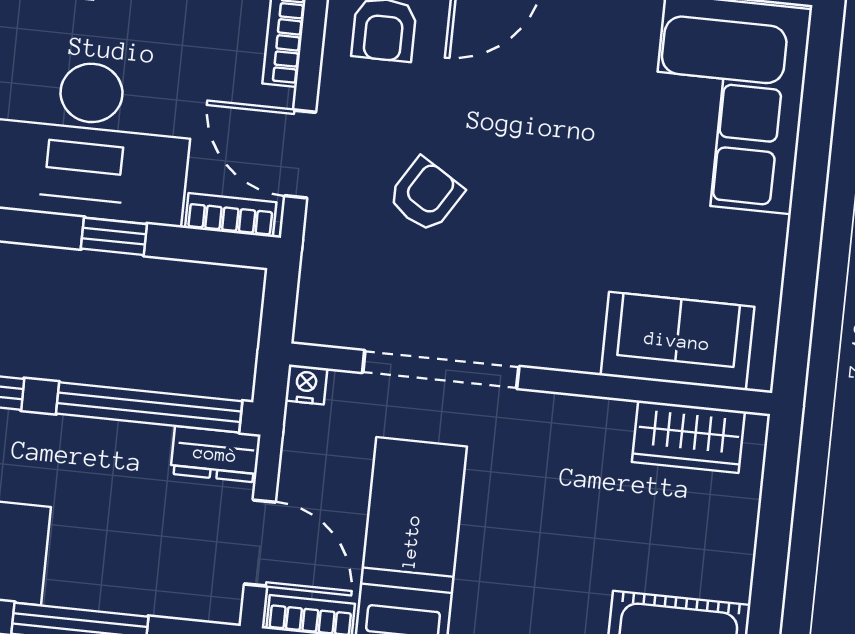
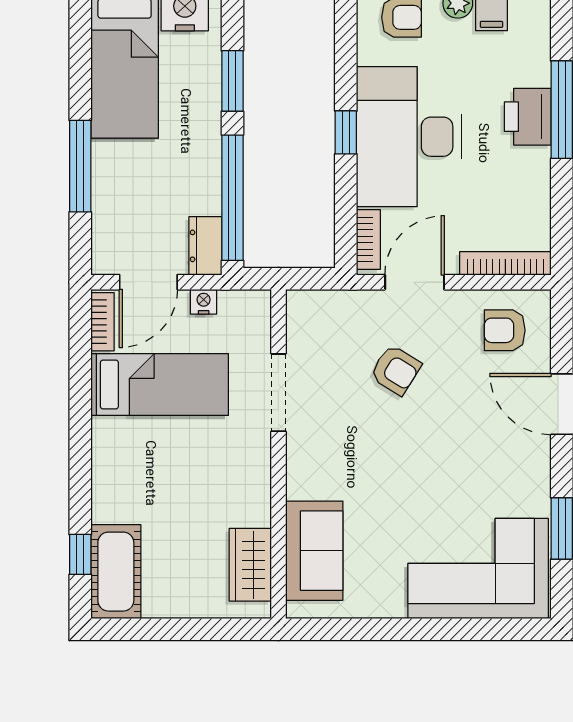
window: (114, 236) -> (346, 132), moved
doorway: (441, 370) -> (278, 393), width x0.73
nightstand: (306, 384) -> (204, 302), moved, turned -90

